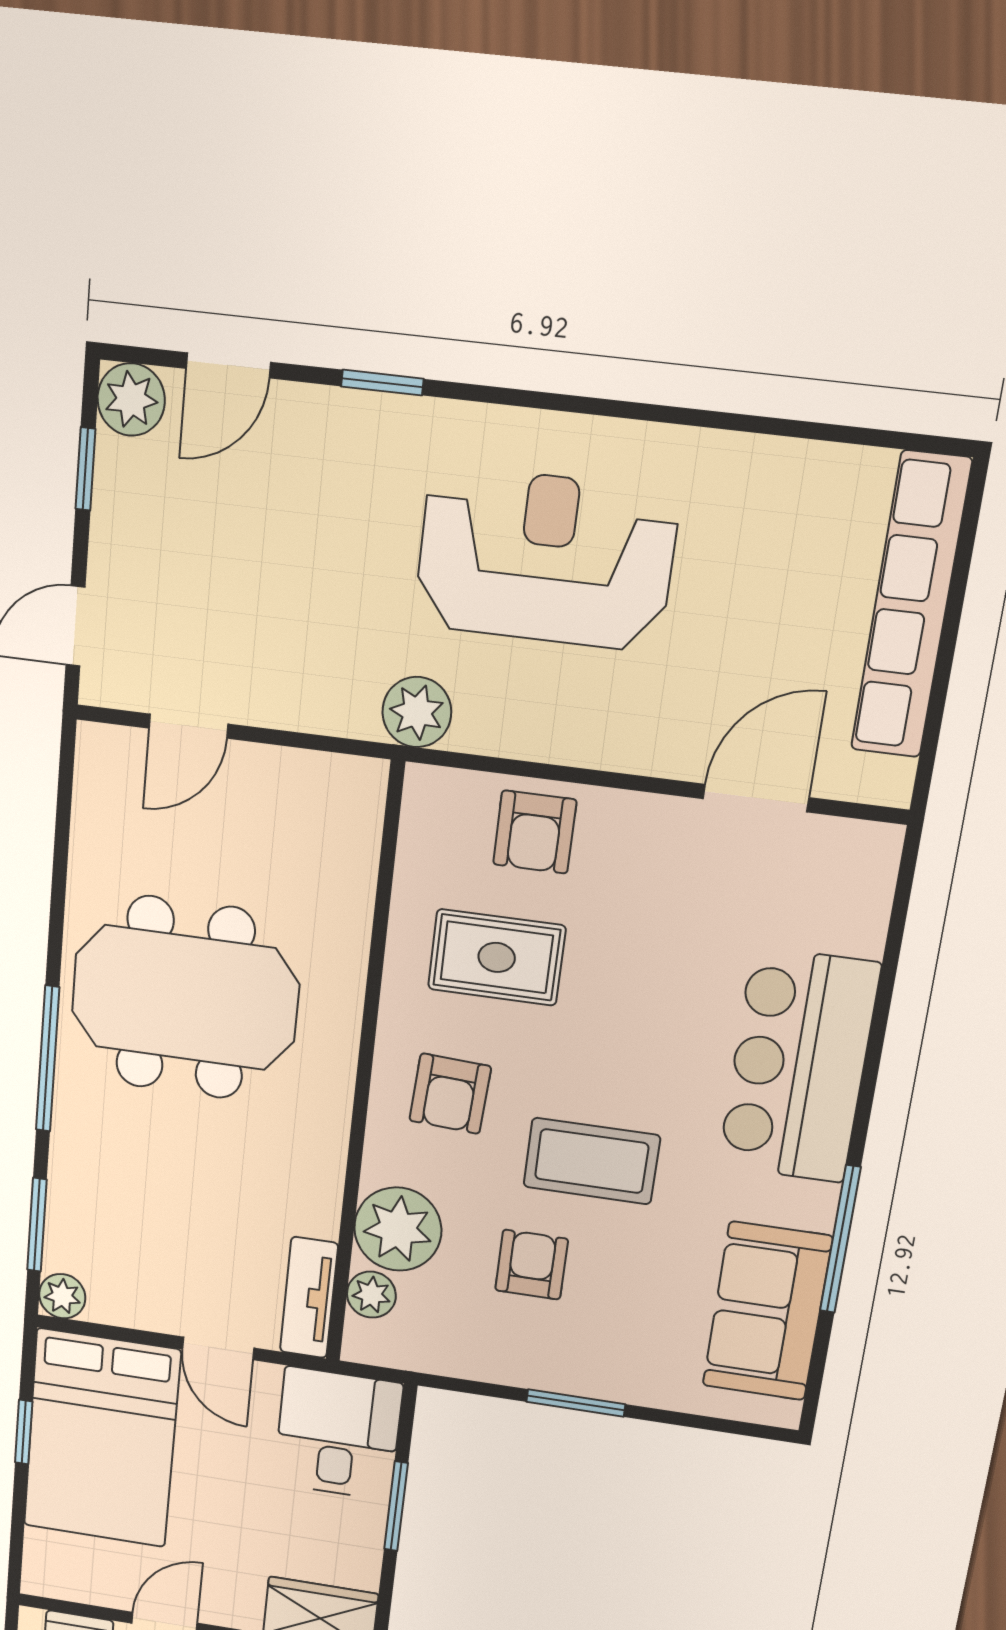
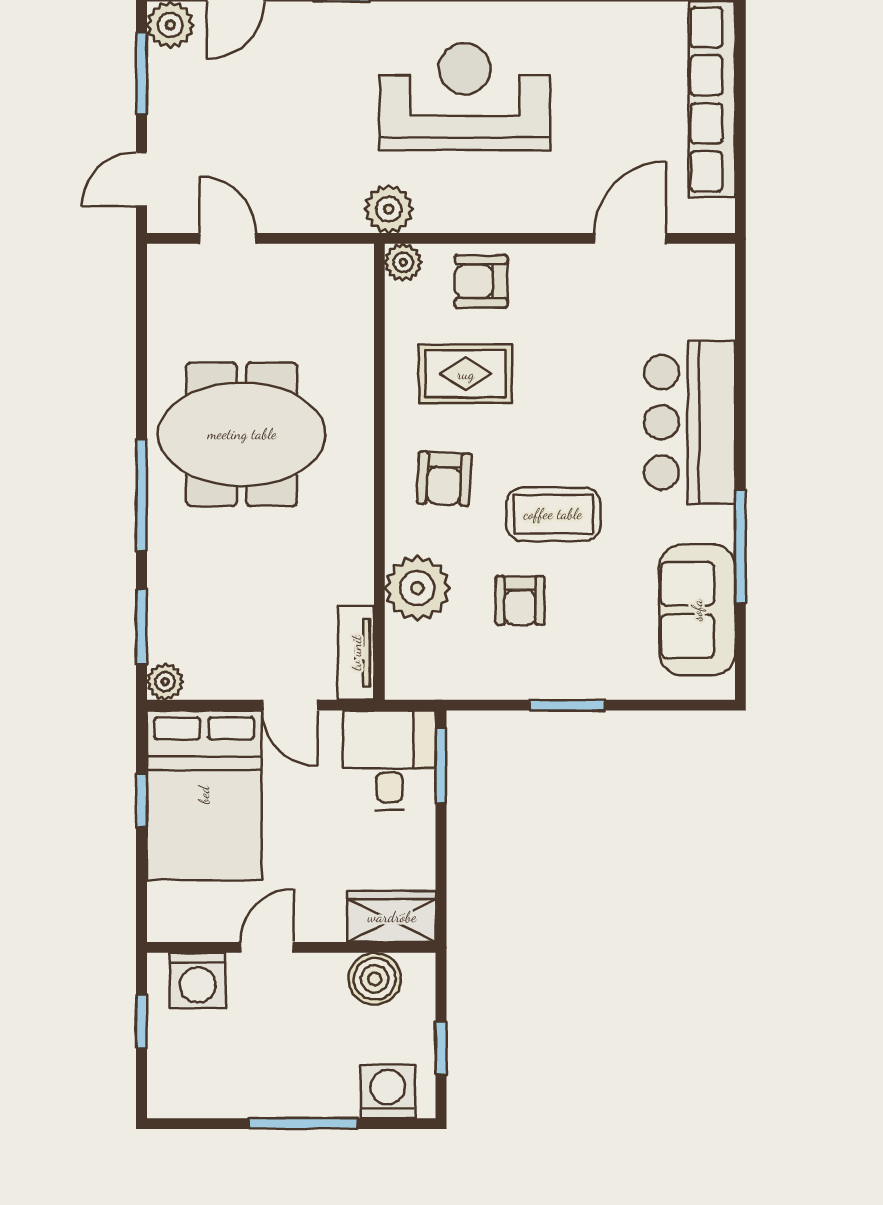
window: (85, 469) -> (142, 73), width x1.50
door: (188, 726) -> (228, 238), swing flipped
armchair: (535, 832) -> (481, 281), turned 90
armchair: (532, 1265) -> (520, 601), turned 180
plant: (371, 1295) -> (403, 262), moved
window: (396, 1506) -> (441, 766), moved

